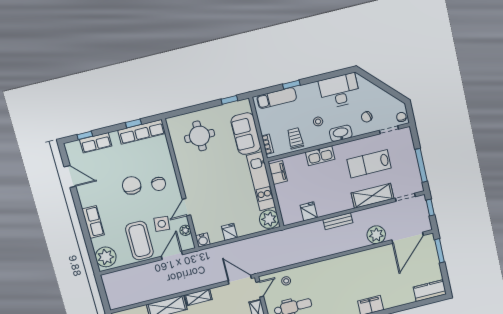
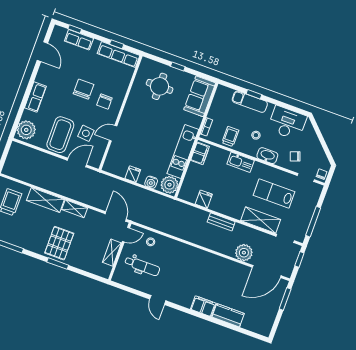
exam couch: (277, 98) -> (250, 102), moved
window: (229, 100) -> (178, 67), moved
sofa: (246, 134) -> (200, 96), moved
plant: (185, 230) -> (100, 150), removed
water cooler: (203, 240) -> (151, 182), moved
kitchen counter: (430, 291) -> (228, 315), moved

